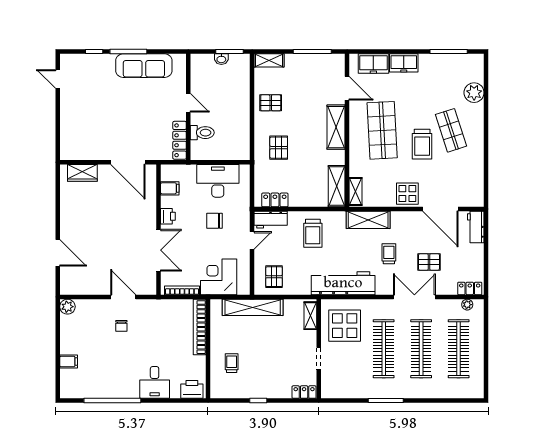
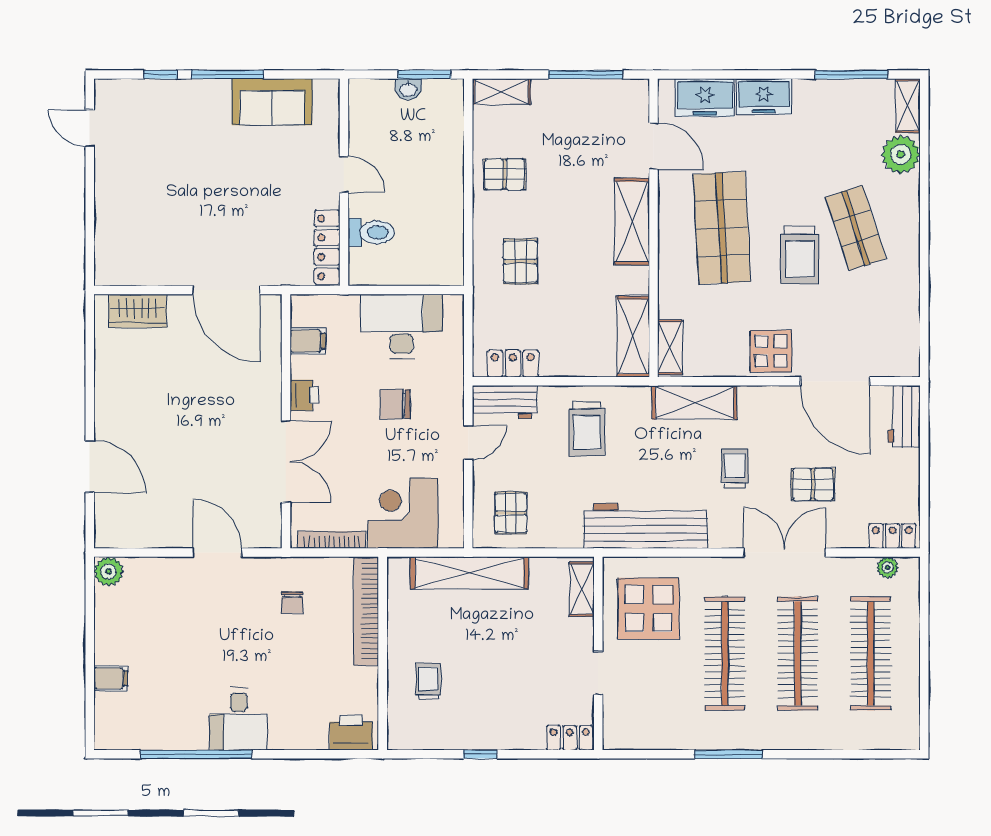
sofa: (144, 66) -> (272, 102), width x0.73
shelving: (478, 68) -> (908, 106), added
chair: (121, 326) -> (292, 602), moved
desk: (155, 382) -> (239, 719), moved

